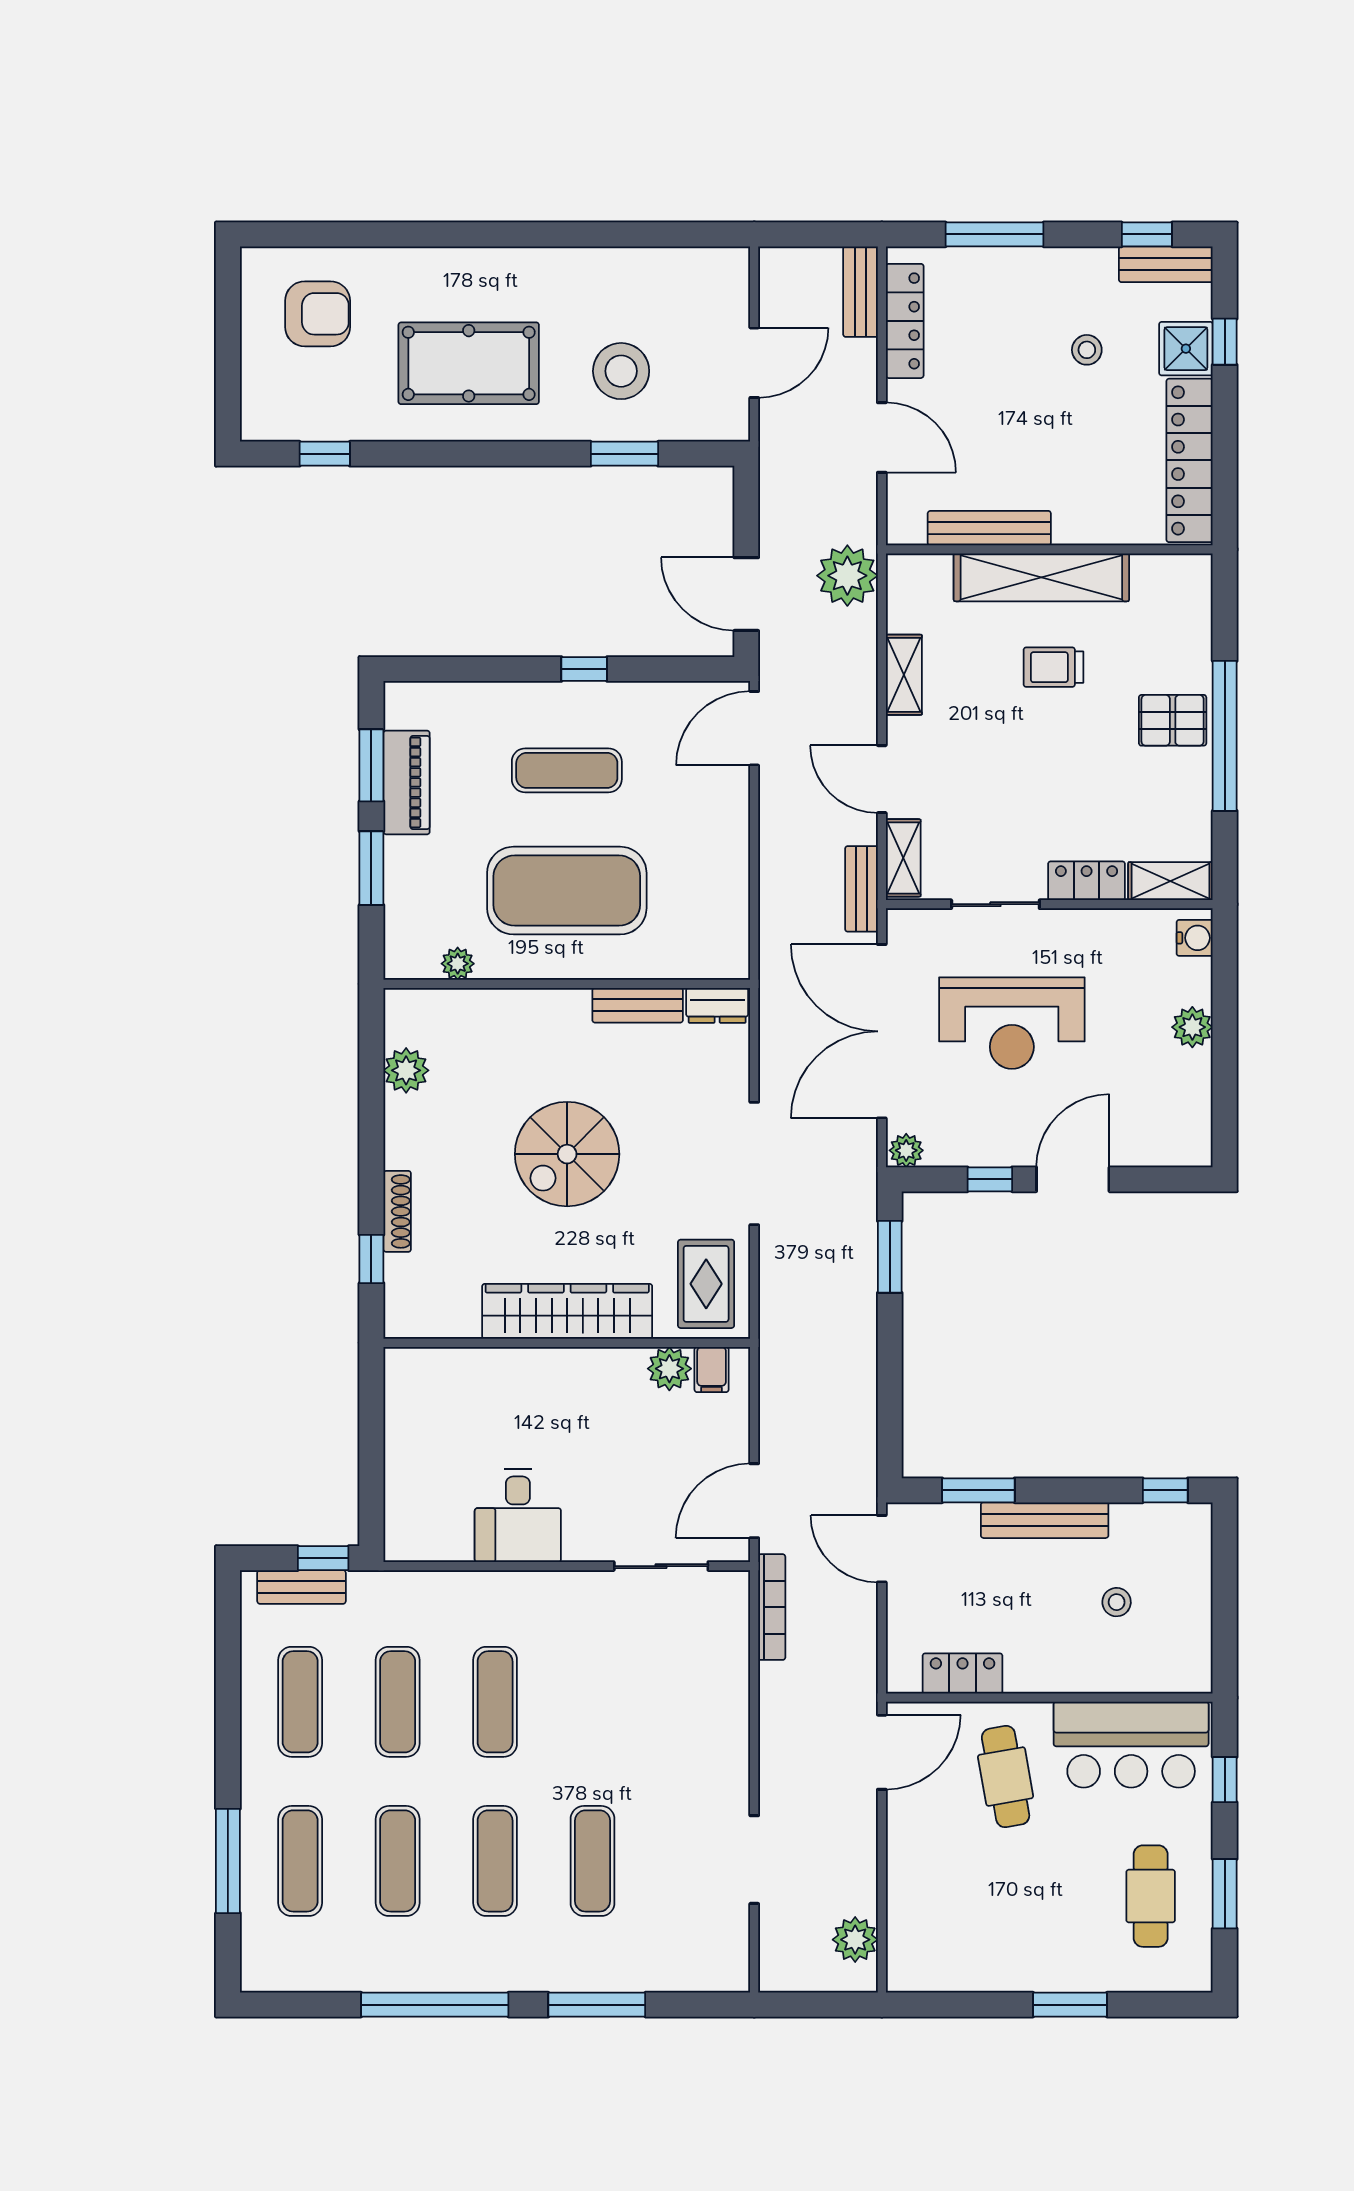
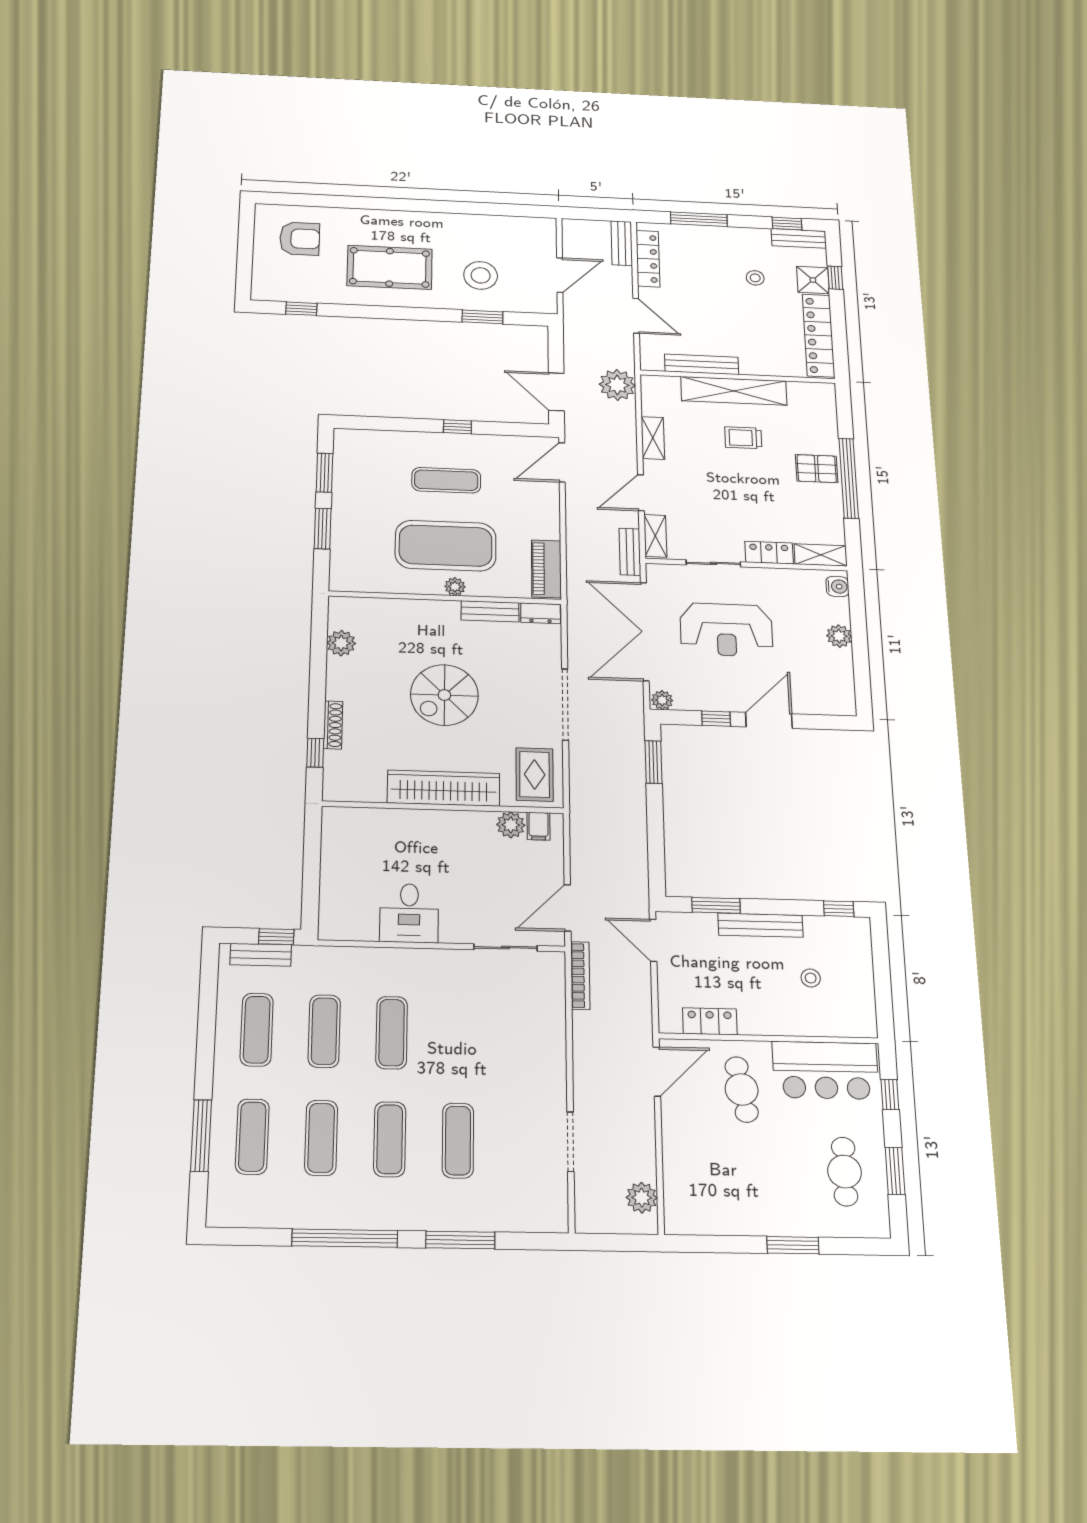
door: (882, 779) -> (641, 493), hinge flipped
piano: (407, 782) -> (546, 569), moved, turned 180
plant: (458, 964) -> (455, 587), moved

